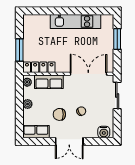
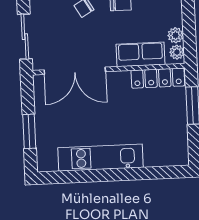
plant: (28, 104) -> (176, 35), moved

